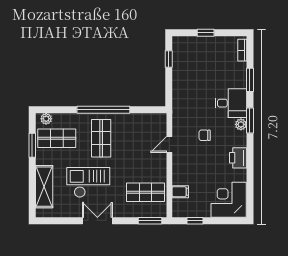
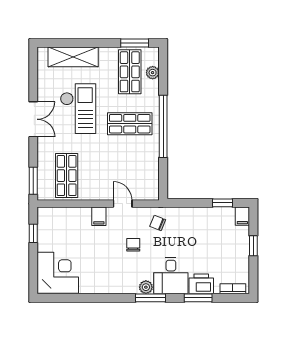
filing cabinet: (180, 42) -> (242, 216), added
chair: (186, 114) -> (158, 223), added
plant: (46, 119) -> (153, 73), moved
window: (32, 145) -> (135, 43), moved
printer: (238, 158) -> (201, 284), moved
filing cabinet: (180, 192) -> (99, 216), moved

